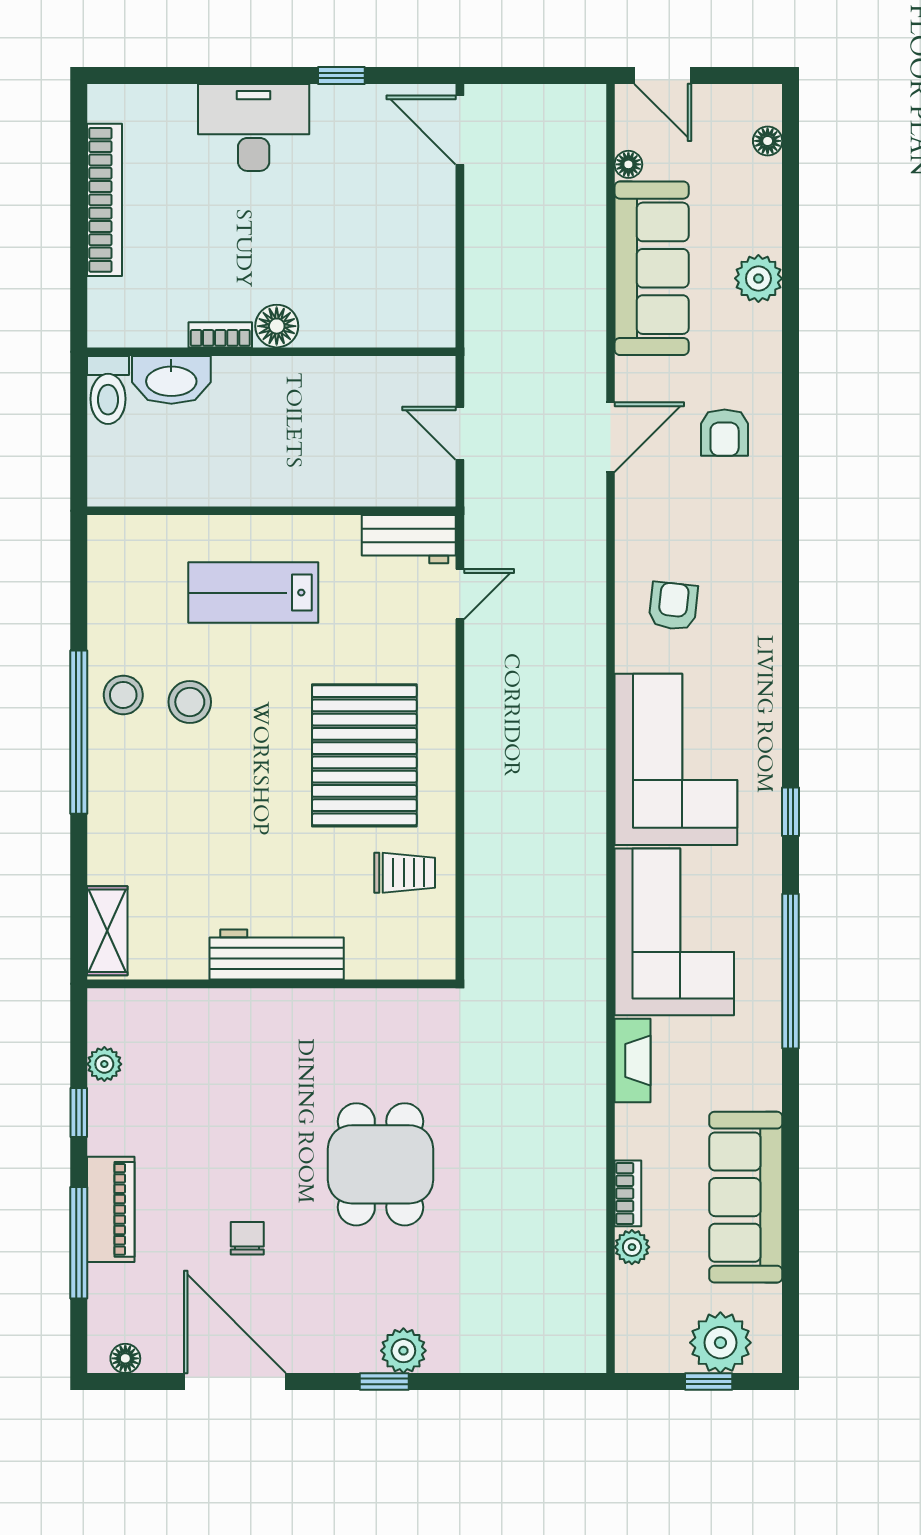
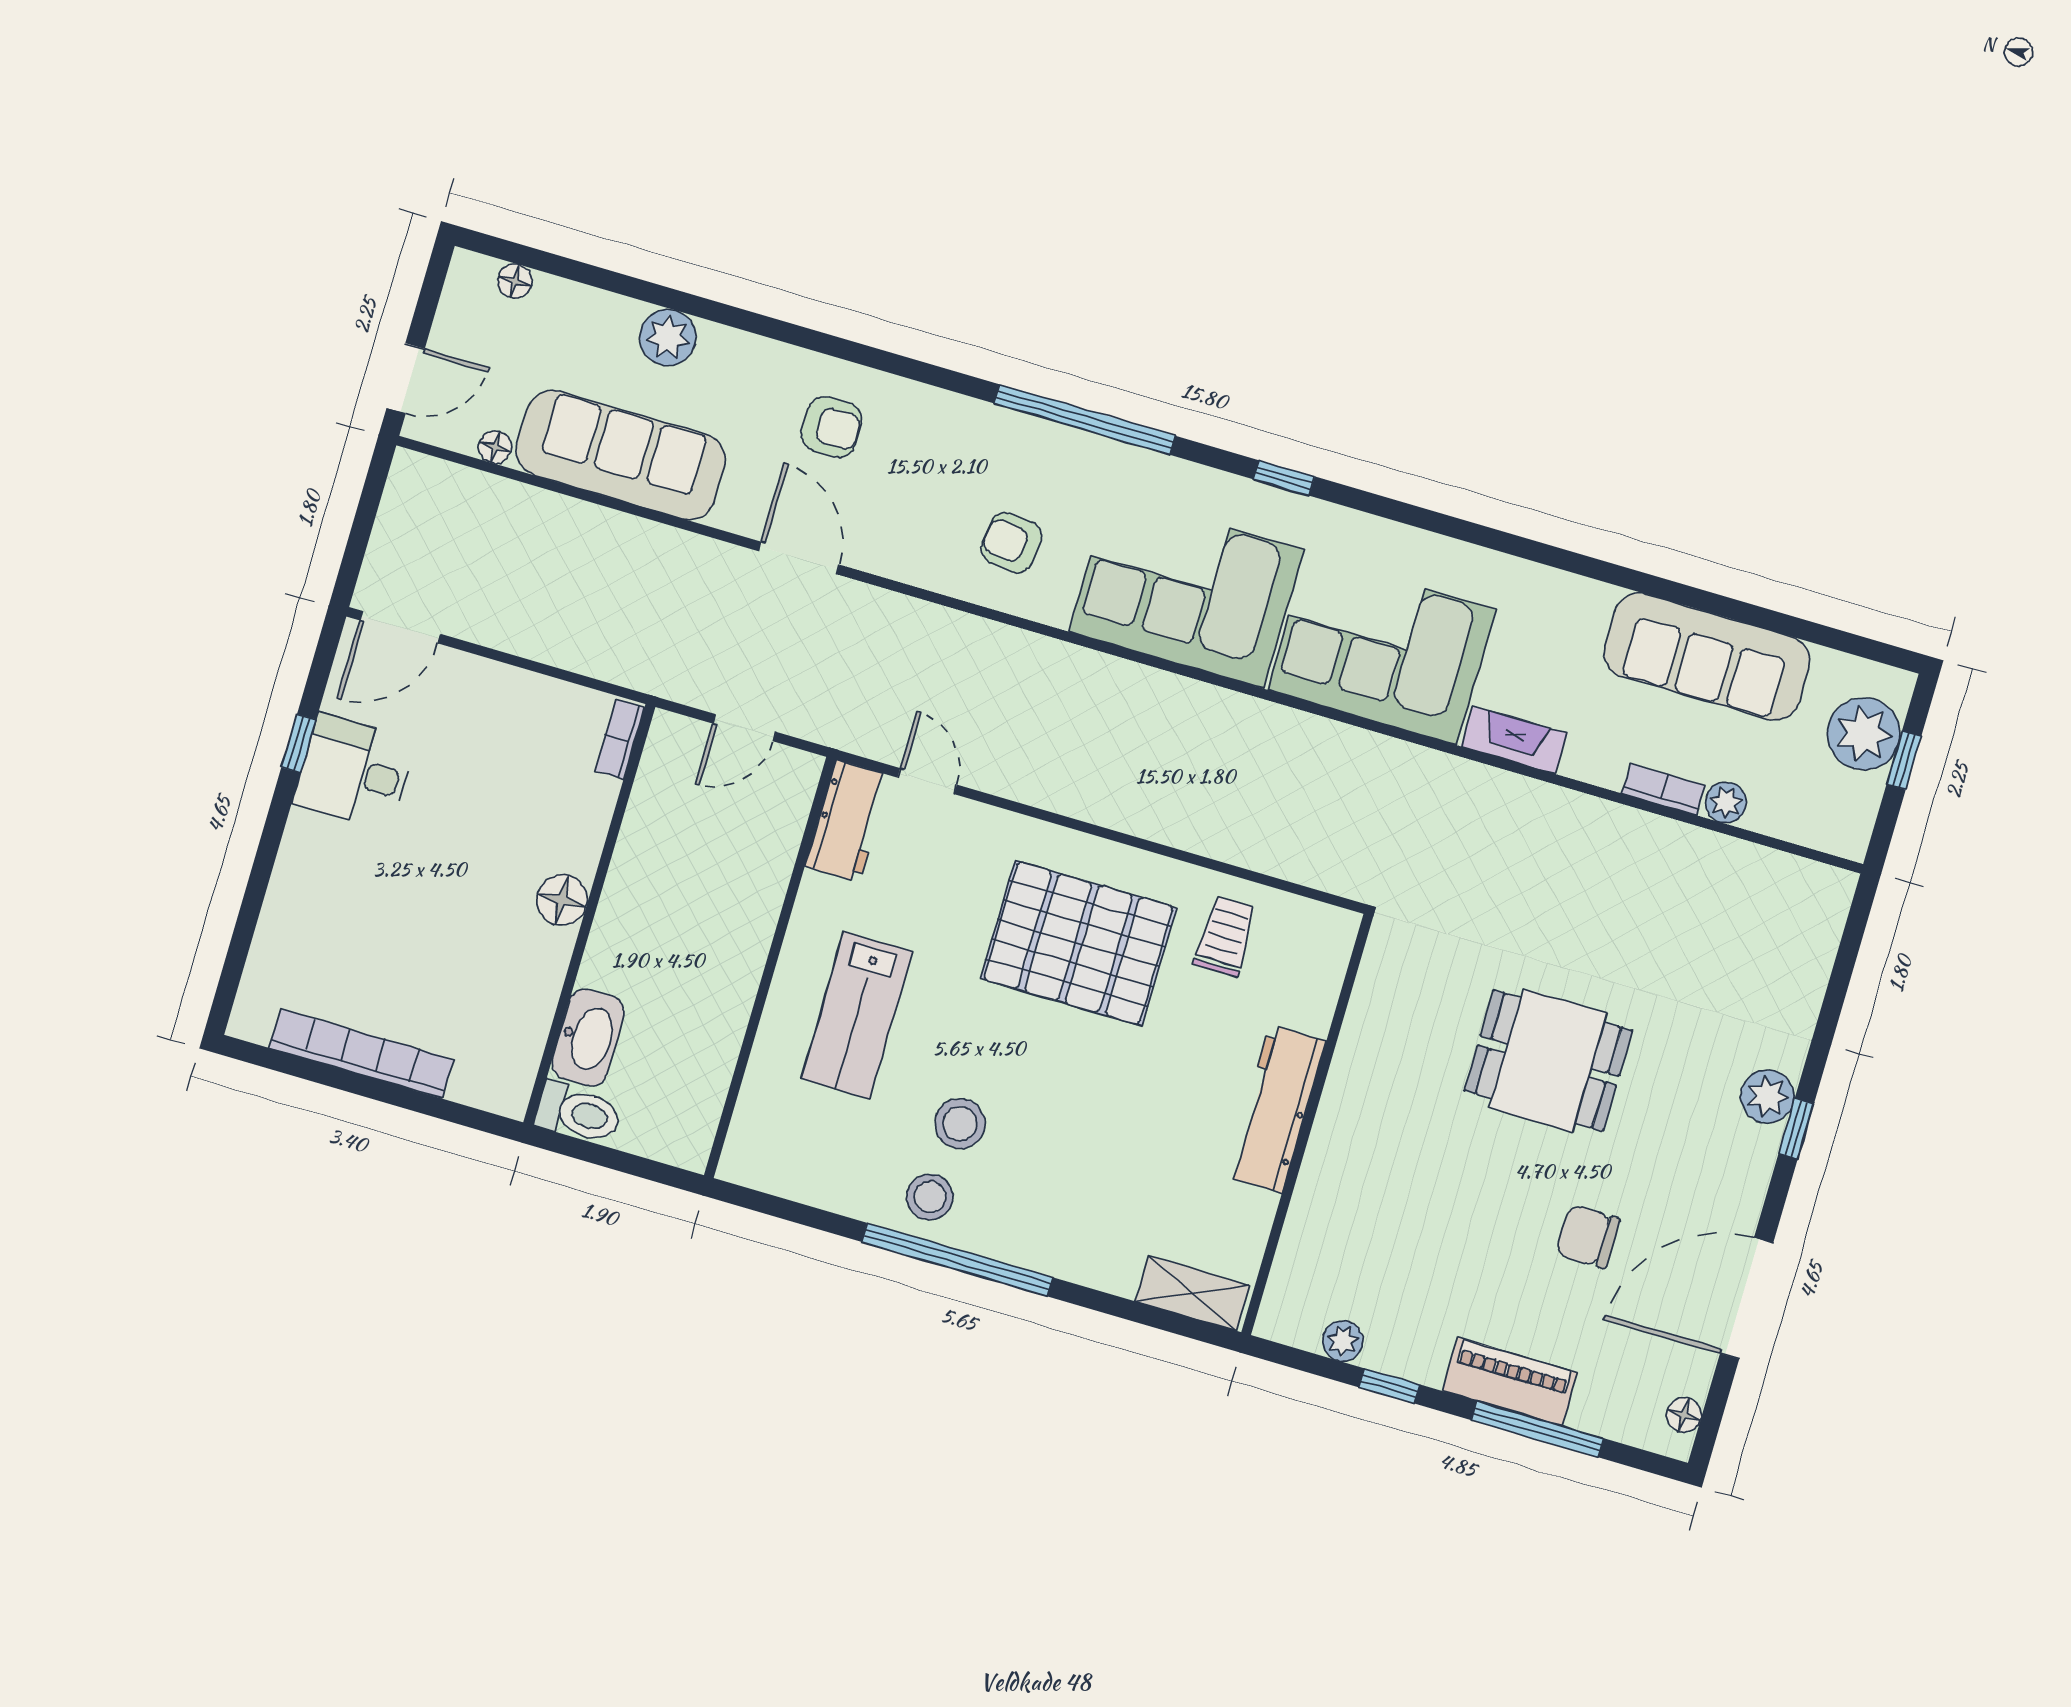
desk: (254, 127) -> (355, 772), moved, width x0.73
bookcase: (220, 335) -> (620, 739), moved
window: (791, 971) -> (1085, 420), moved
chair: (247, 1238) -> (1588, 1237), width x1.37, depth x1.37

